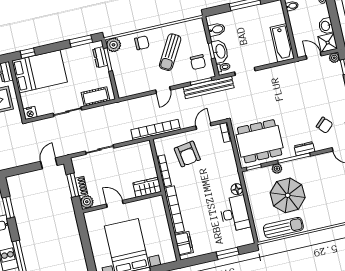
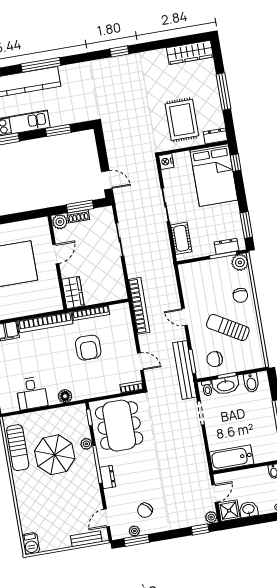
chair: (325, 125) -> (145, 510), moved
armchair: (187, 154) -> (88, 348), moved, turned -81
desk: (235, 214) -> (32, 393), width x0.73

